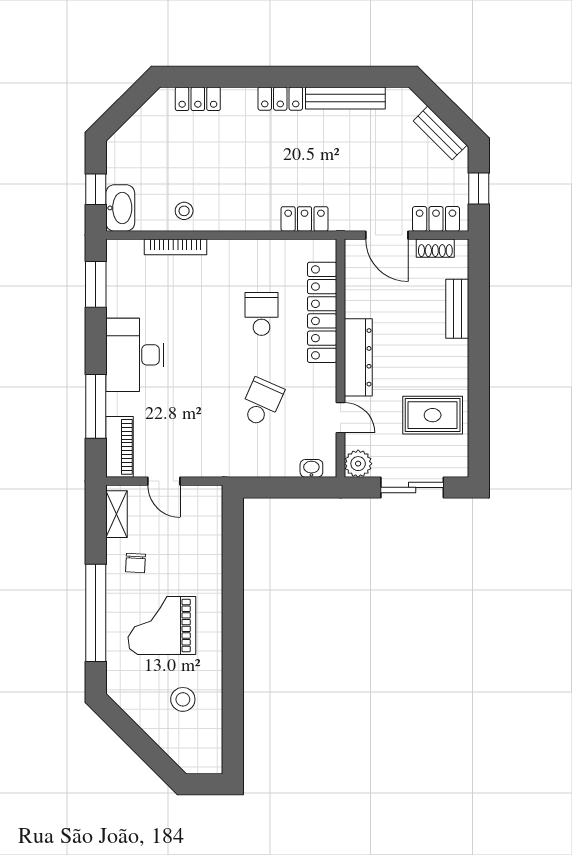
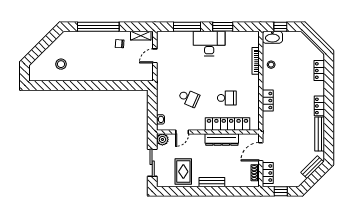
bench: (440, 133) -> (312, 167), moved
locker: (305, 219) -> (268, 101), moved
window: (96, 284) -> (223, 27), moved
bench: (457, 309) -> (212, 182), moved
dresser: (358, 357) -> (222, 140), moved
piano: (120, 447) -> (170, 37), removed
grand piano: (162, 625) -> (93, 55), removed

